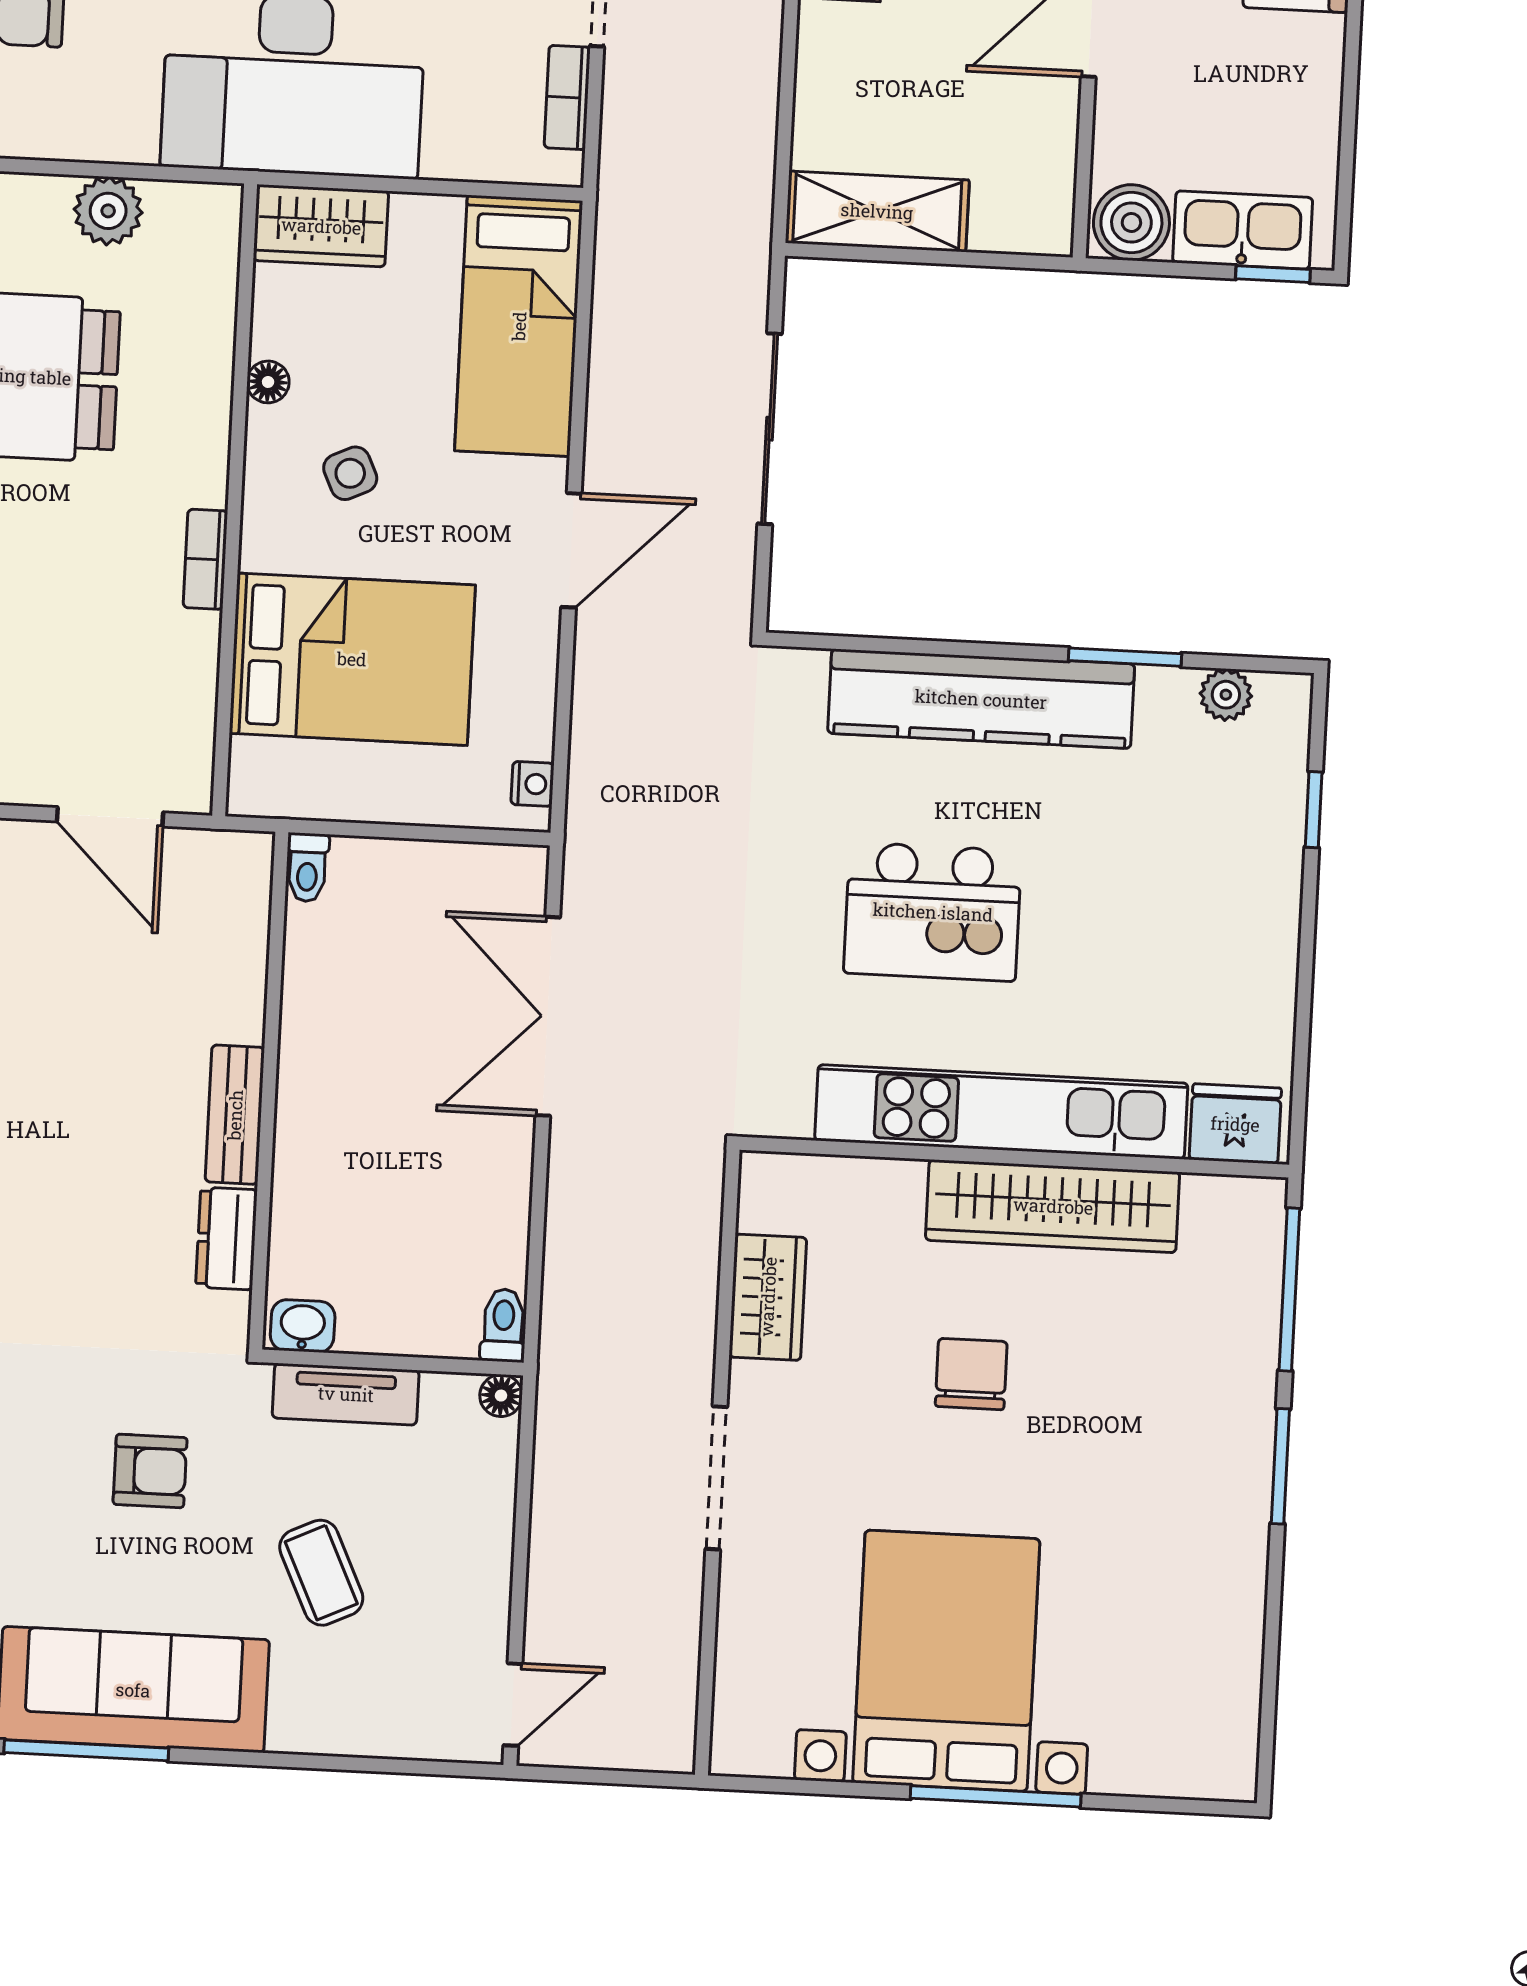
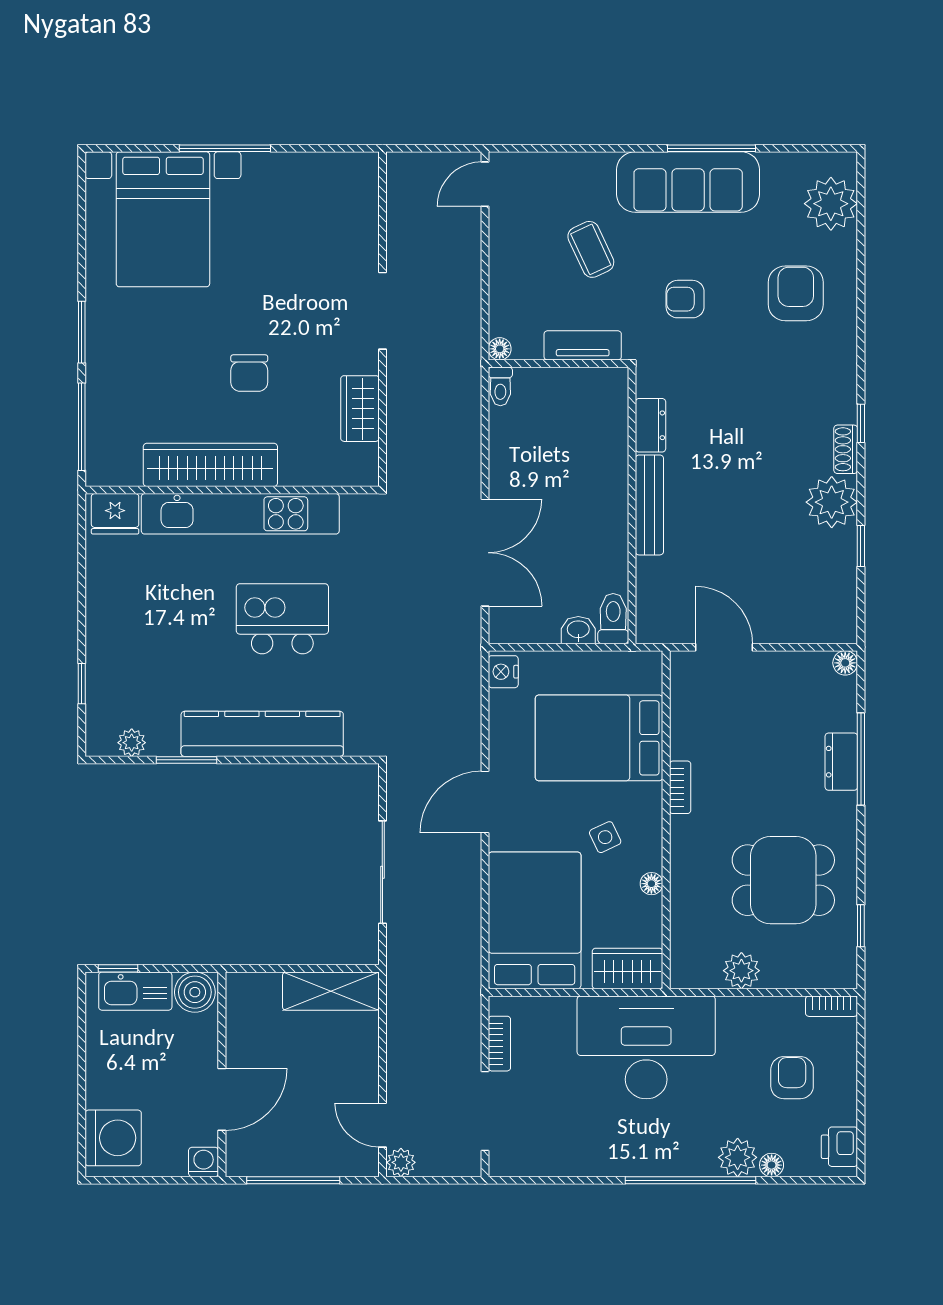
bed: (519, 326) -> (535, 920), width x1.50
nightstand: (533, 784) -> (503, 672), width x1.39, depth x1.35
toilet: (307, 867) -> (613, 619), width x1.37, depth x1.39
bench: (235, 1115) -> (649, 505), width x1.36
washbasin: (303, 1326) -> (578, 630), moved, turned 180
bed with nightstands: (946, 1661) -> (163, 219), moved

